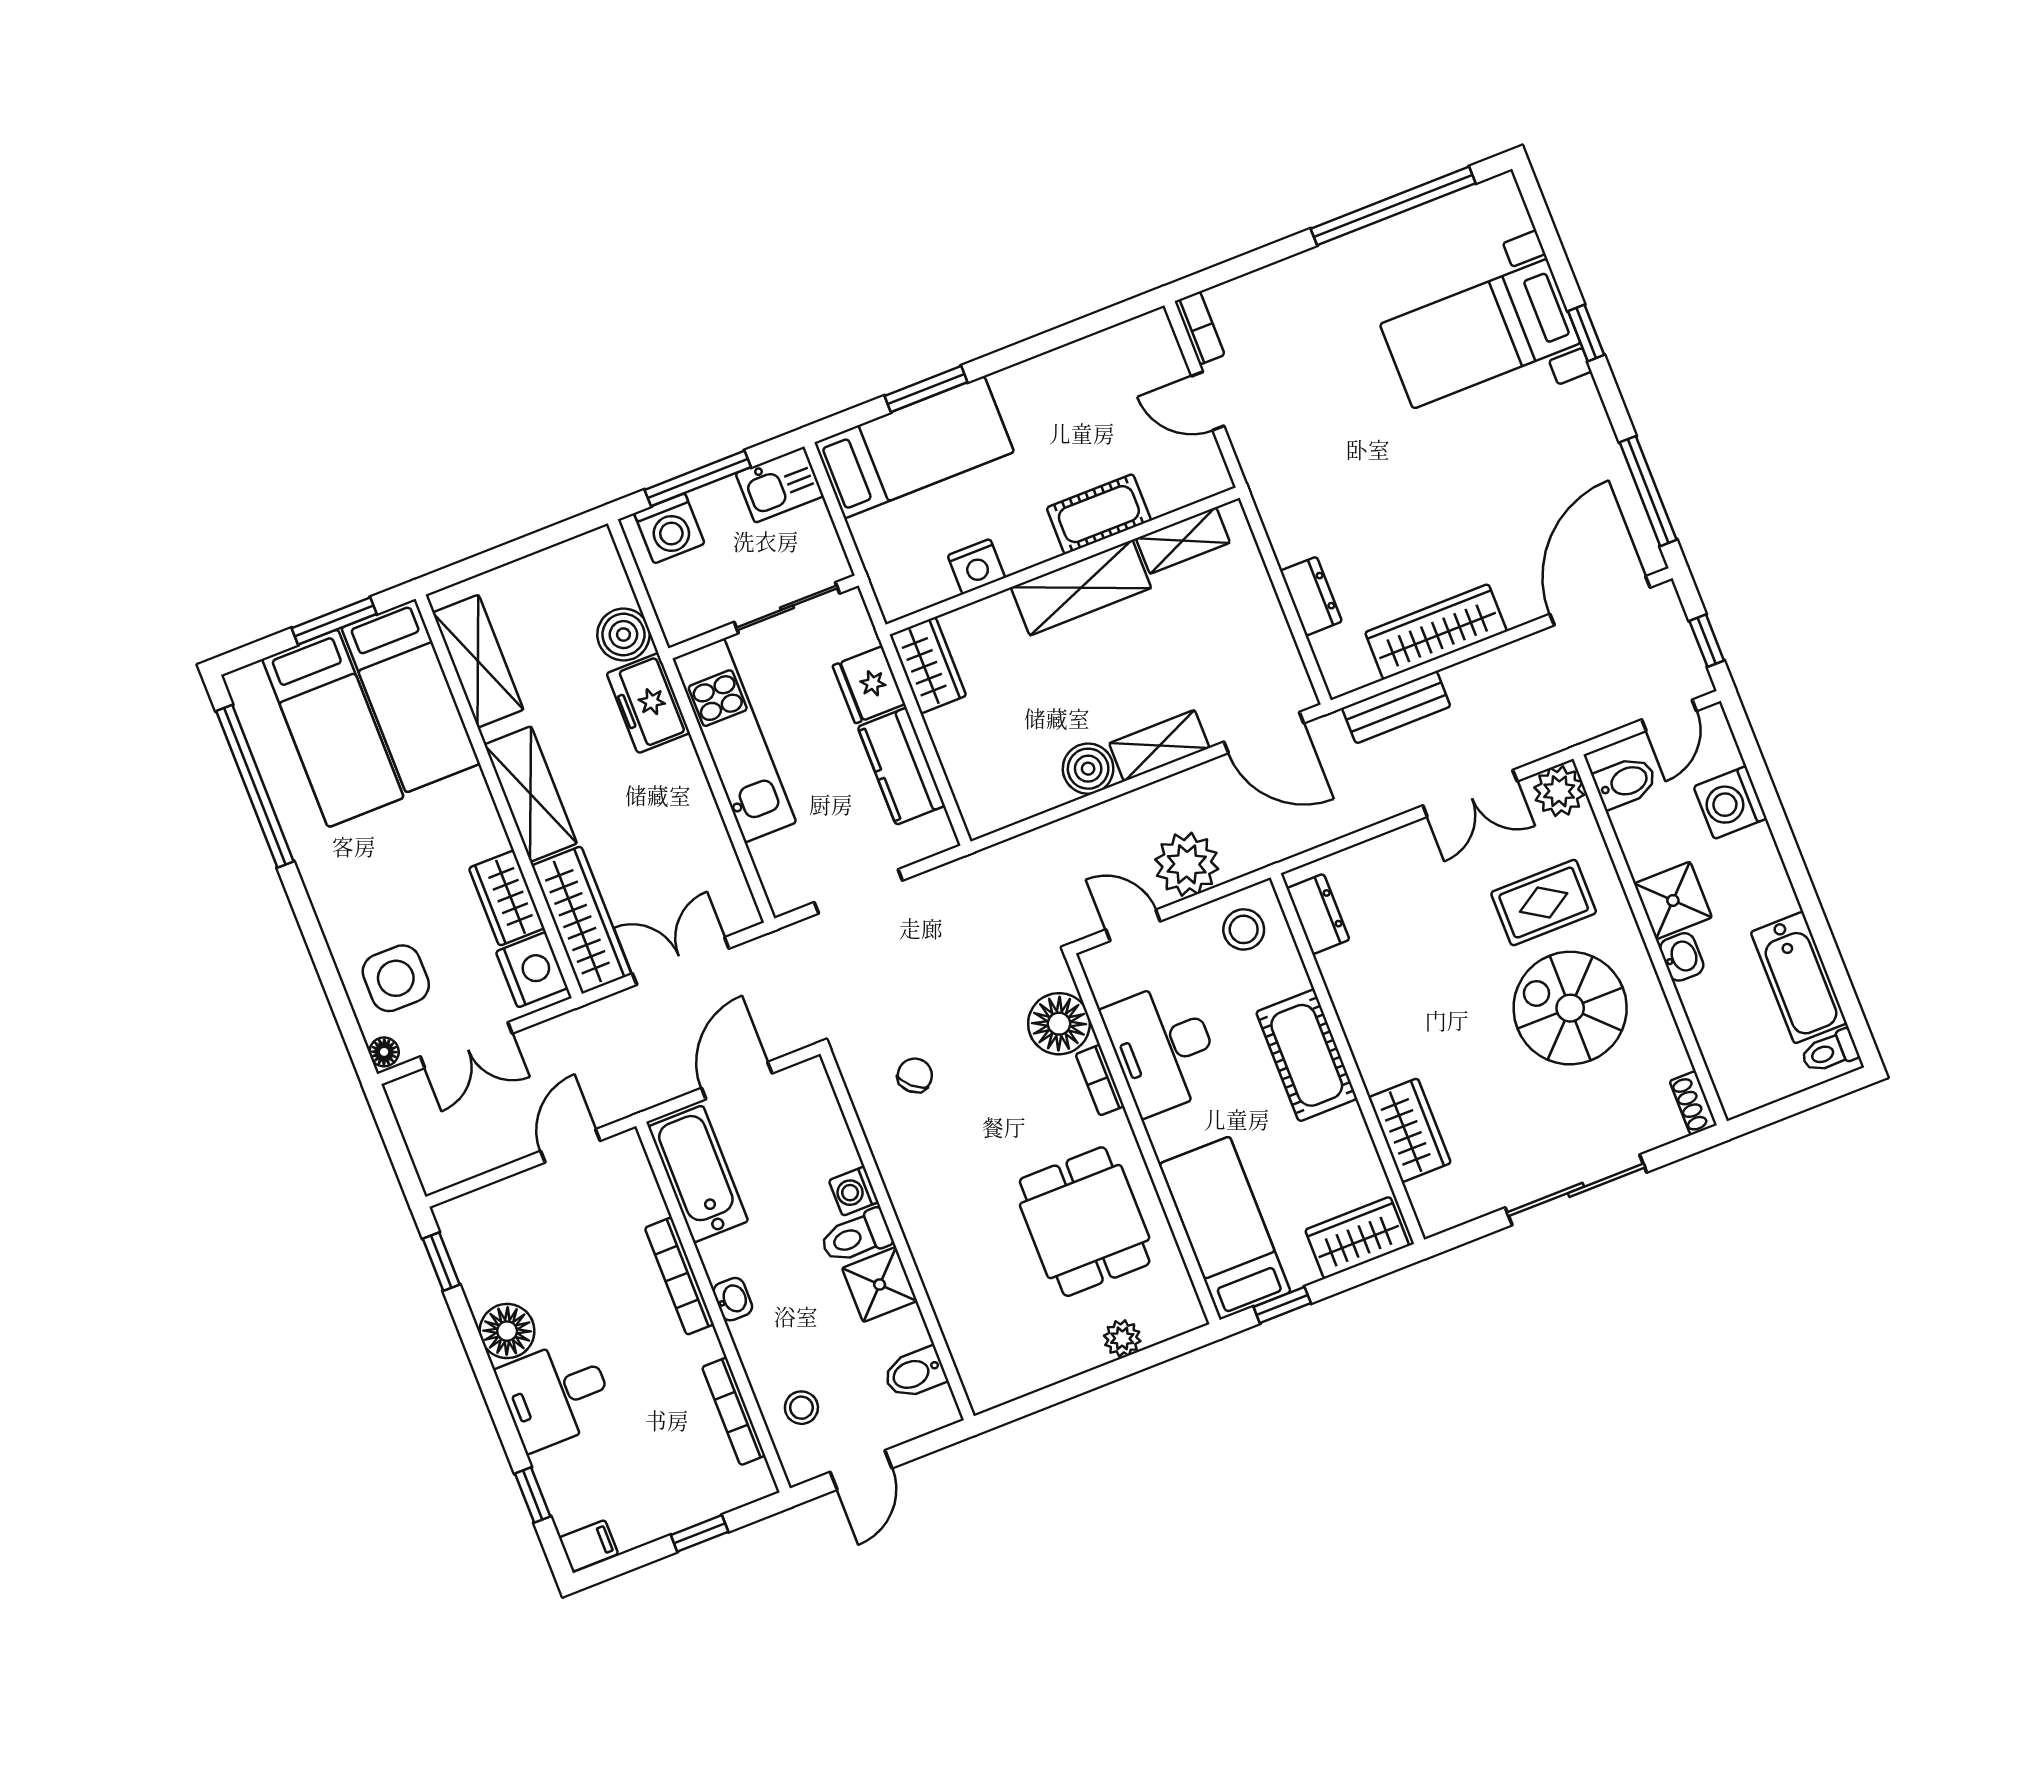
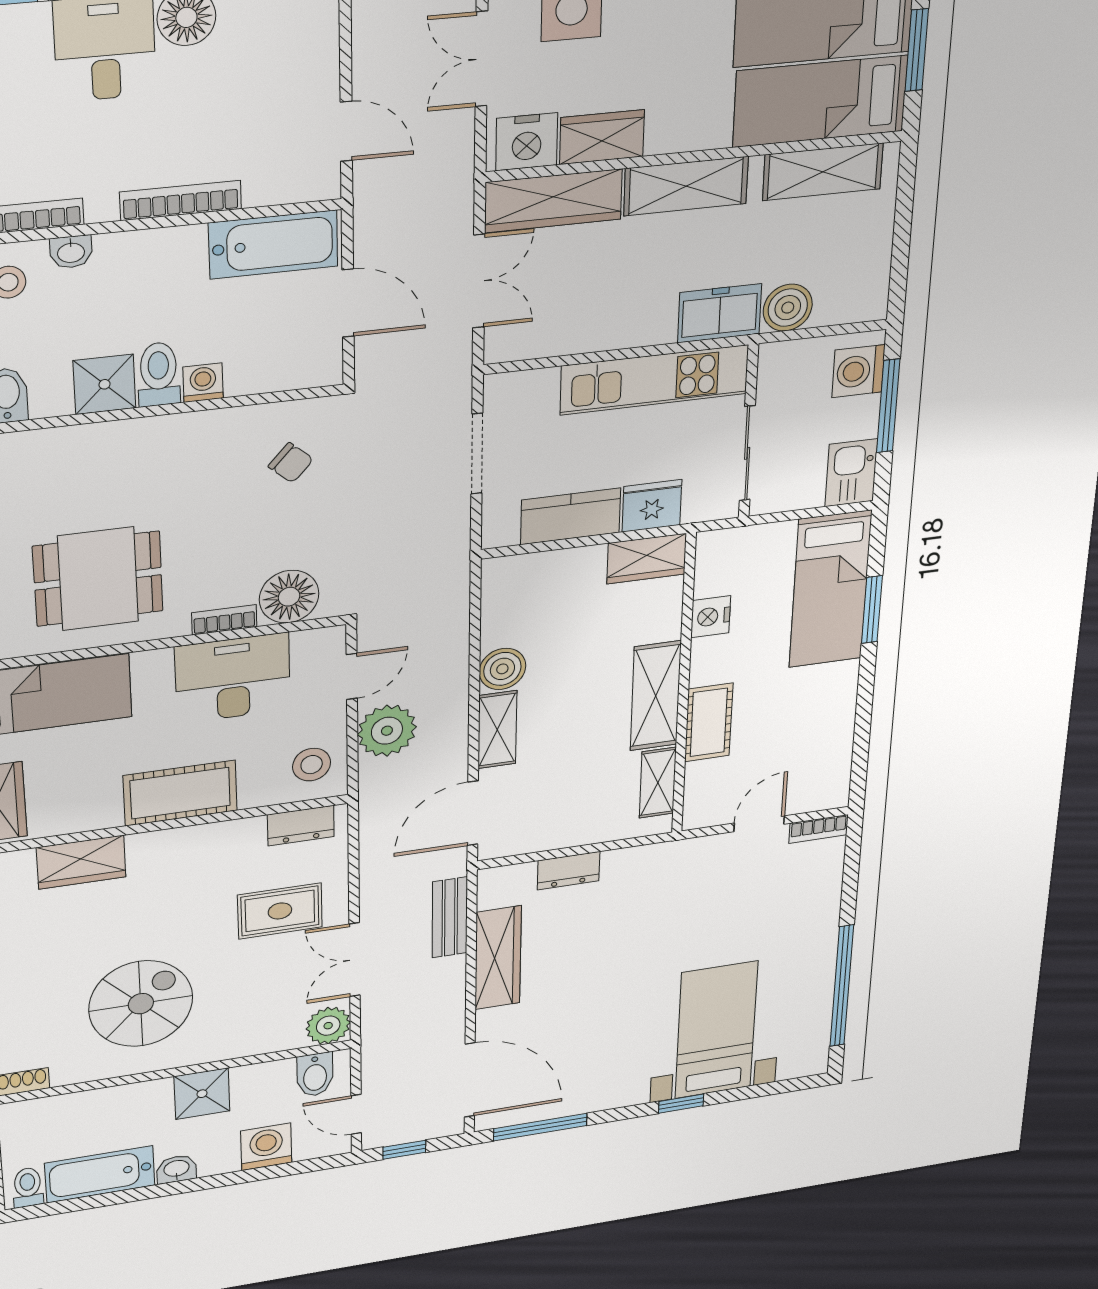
rug: (1544, 903) -> (280, 911), moved, turned 90
washbasin: (1682, 957) -> (177, 1169), moved, turned 180
washbasin: (733, 1299) -> (71, 252), moved

